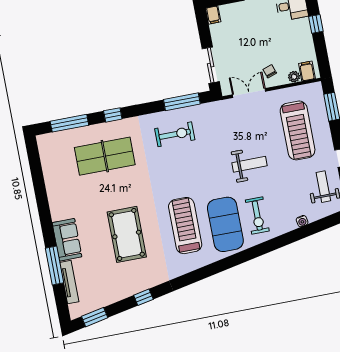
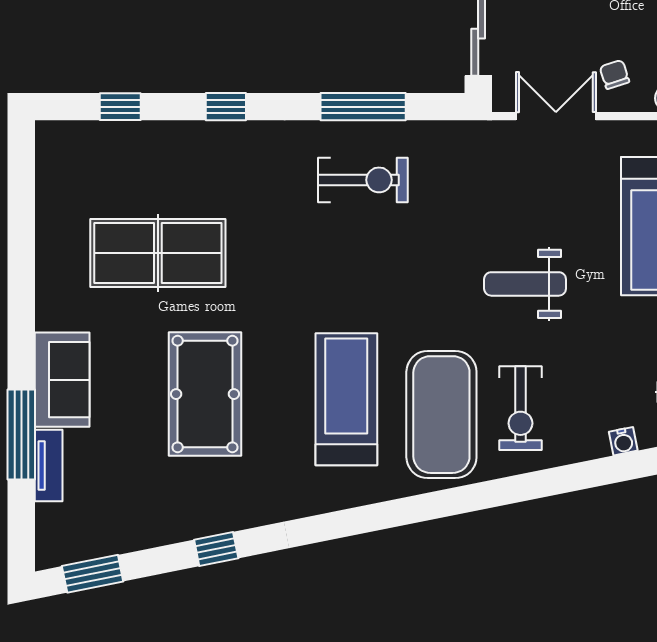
window: (182, 102) -> (363, 107), moved
window: (69, 123) -> (120, 107), width x0.46
table tennis table: (105, 156) -> (158, 253), moved
weight bench: (249, 164) -> (525, 284), turned 180
tv unit: (69, 282) -> (49, 466), width x0.71

